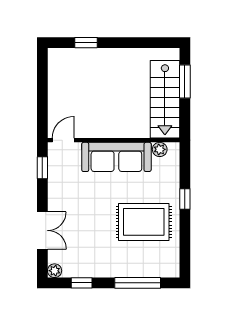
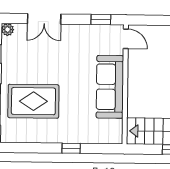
plant: (160, 149) -> (116, 126), removed
rug: (144, 222) -> (33, 101), moved, turned 90

